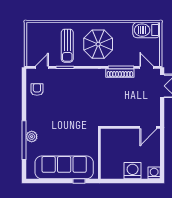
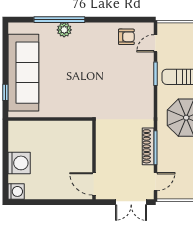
door: (42, 67) -> (155, 43), swing flipped
wall: (130, 127) -> (94, 160), moved
door: (148, 127) -> (94, 184), moved

